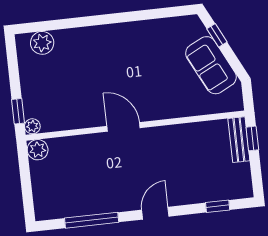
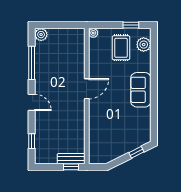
sofa: (211, 65) -> (141, 90), moved, turned -63
rug: (51, 79) -> (121, 48), added
window: (18, 111) -> (131, 25), moved
plant: (38, 150) -> (41, 35), moved

